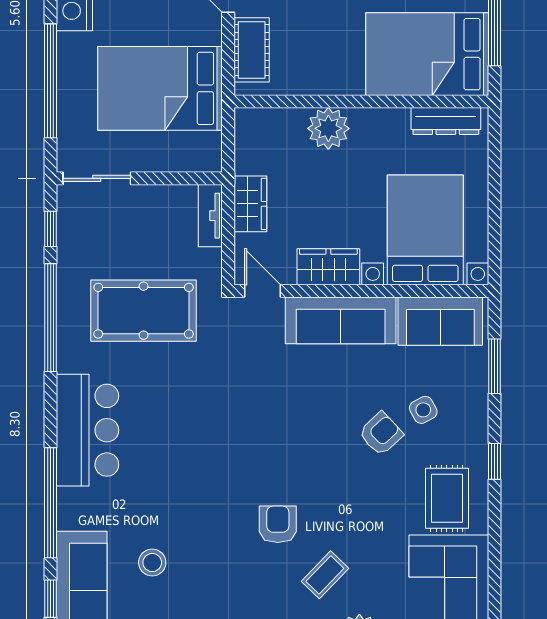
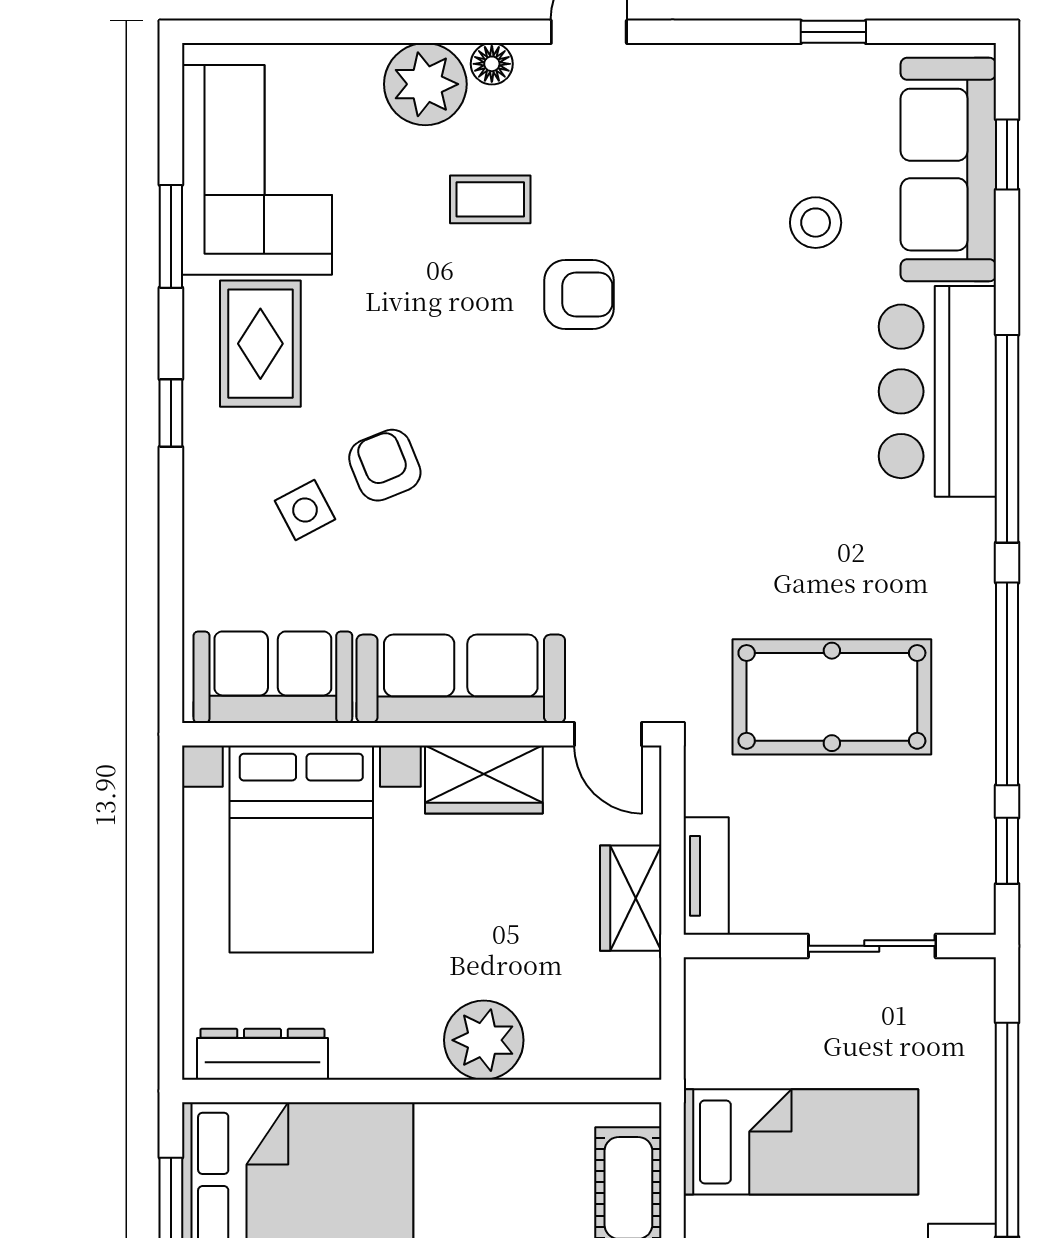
bed: (160, 88) -> (801, 1142), width x0.67
sliding door: (97, 178) -> (872, 946), moved
window: (494, 366) -> (171, 236), moved
bar counter: (88, 430) -> (937, 391), moved
armchair: (381, 434) -> (385, 465), turned 111
window: (51, 503) -> (1007, 439), moved
armchair: (278, 524) -> (579, 294), turned -90
coffee table: (325, 575) -> (490, 199), turned 46

